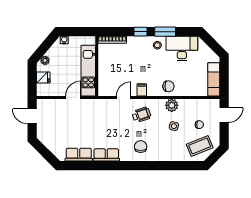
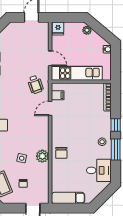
desk: (182, 48) -> (99, 170), width x0.73
fridge: (43, 77) -> (58, 28), moved
filing cabinet: (142, 90) -> (58, 95), moved
door: (124, 97) -> (50, 108), swing flipped
wheelchair: (141, 115) -> (35, 85), moved

